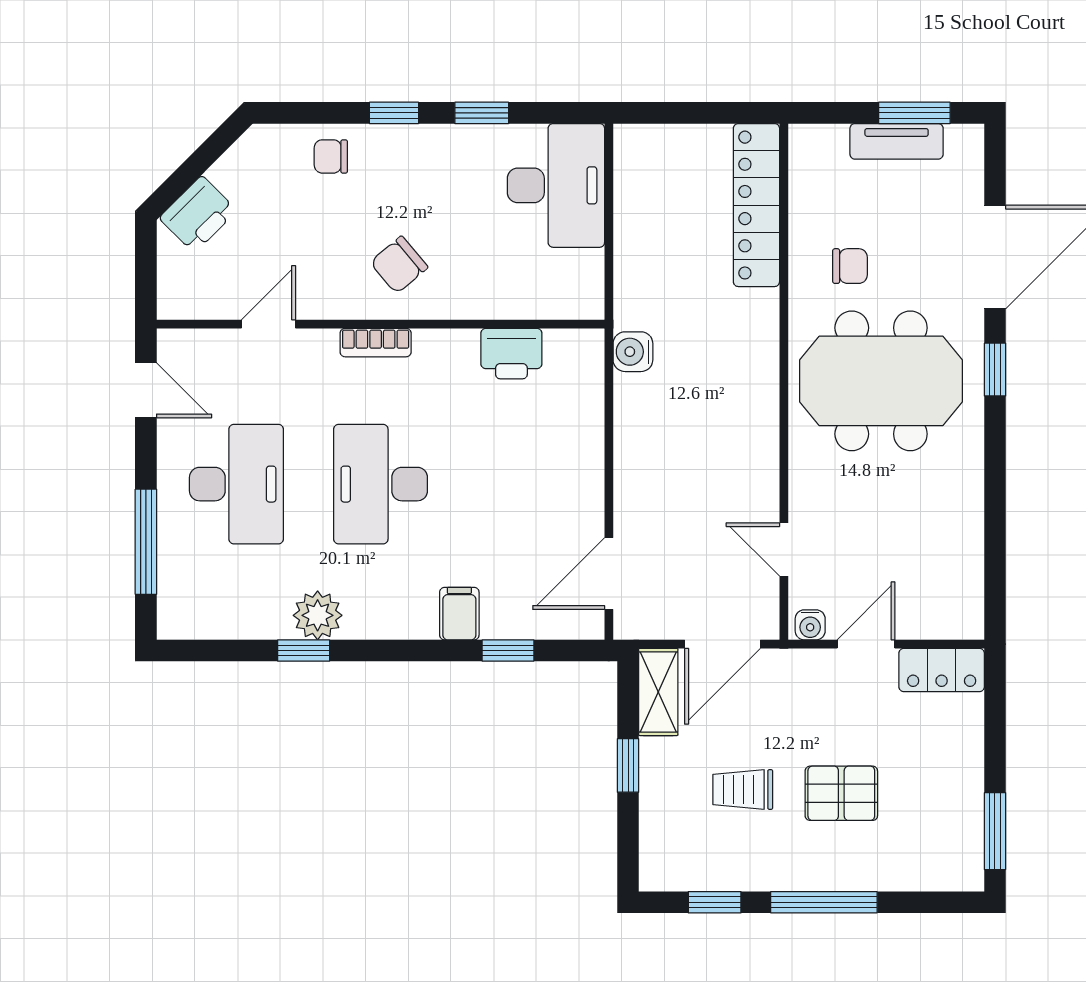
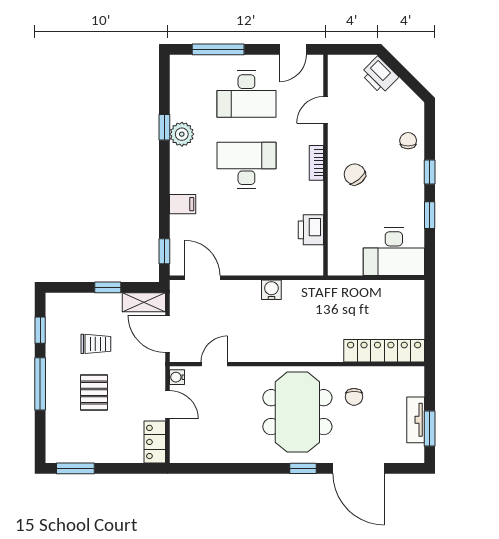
door: (268, 324) -> (325, 110), swing flipped
water cooler: (633, 352) -> (271, 290), moved
window: (508, 651) -> (164, 251), moved
trolley: (743, 790) -> (96, 344), turned 90

